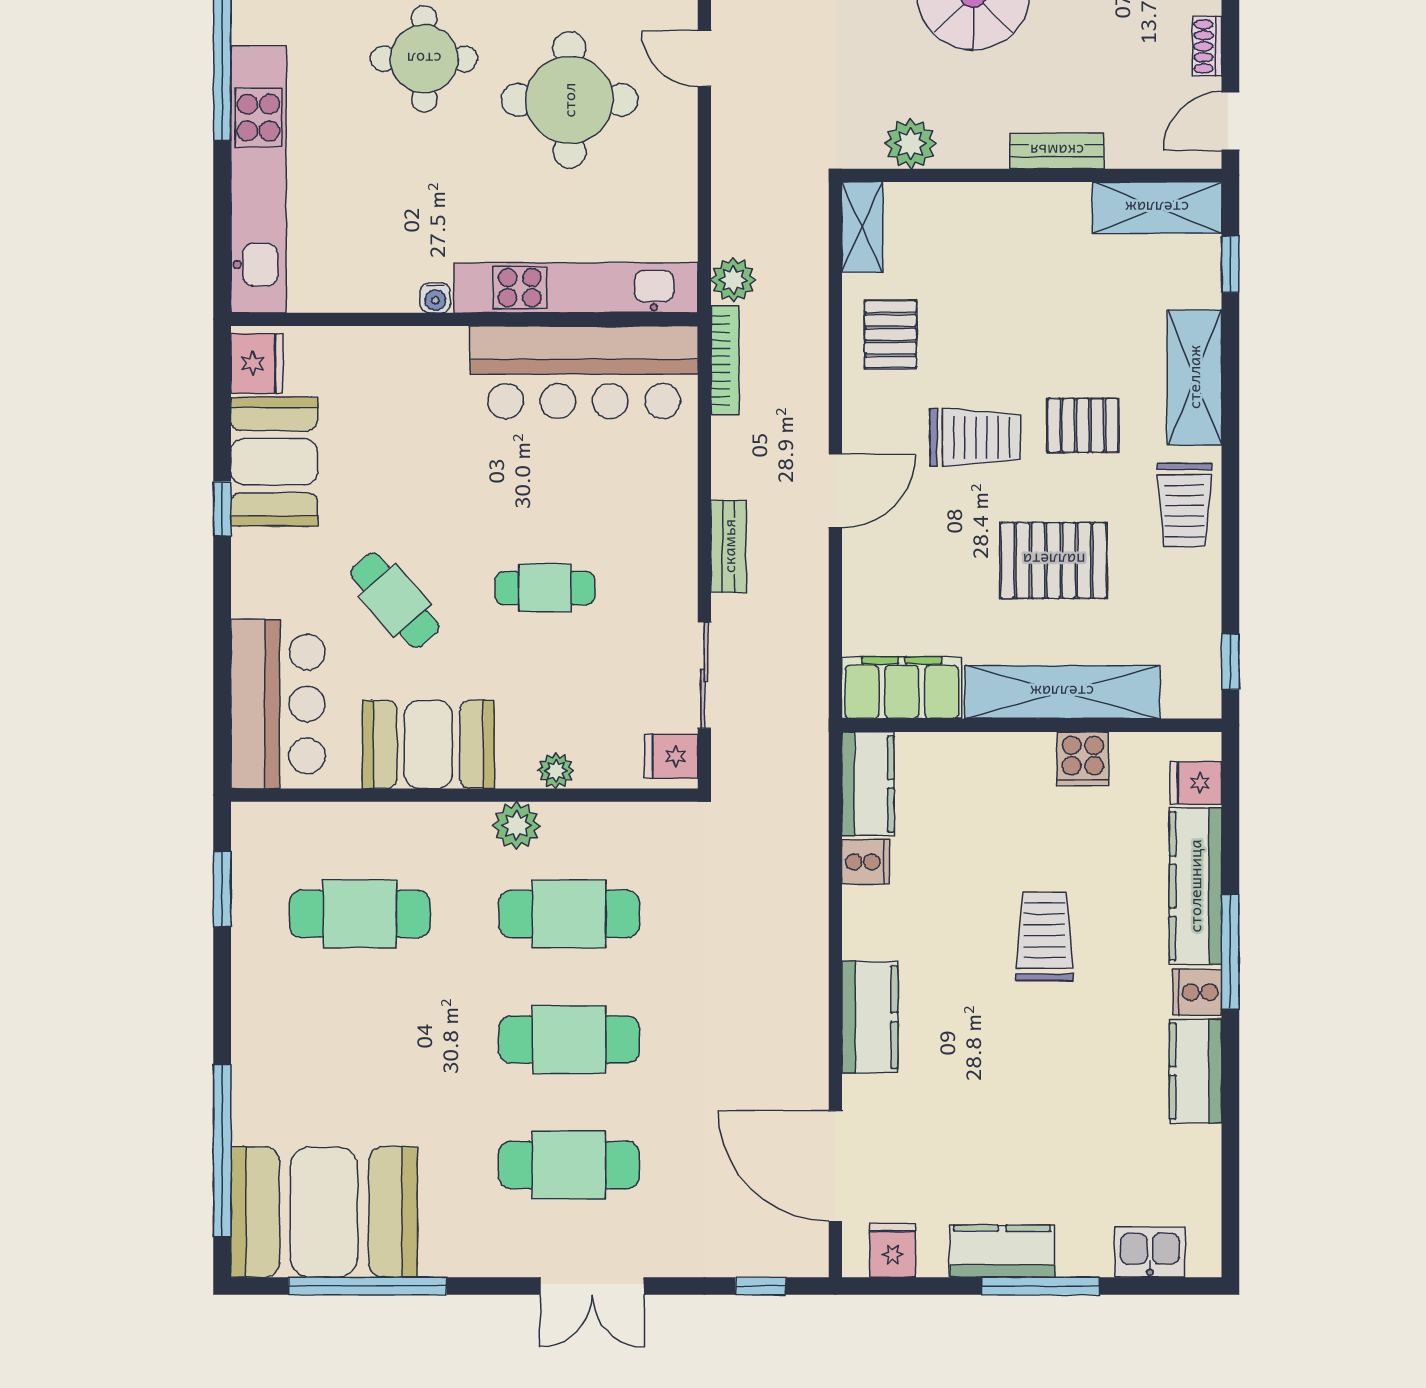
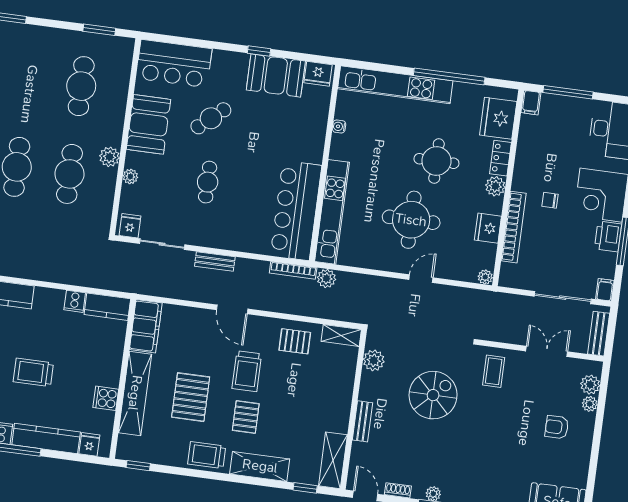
water cooler: (435, 298) -> (339, 126), moved
trolley: (1045, 937) -> (33, 372), turned 180

